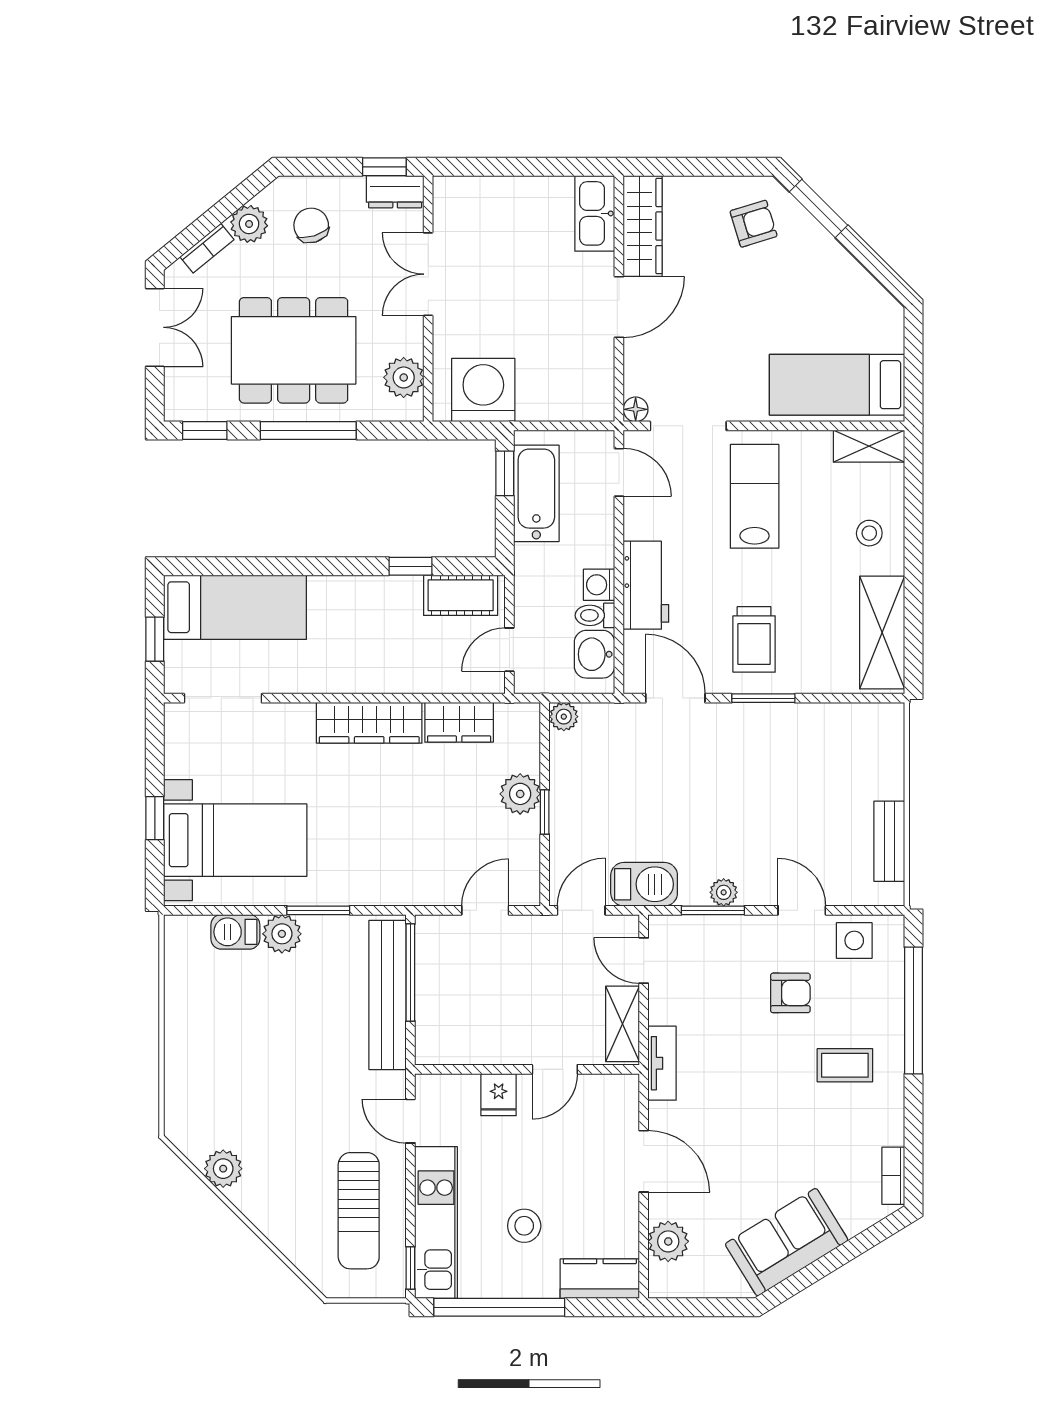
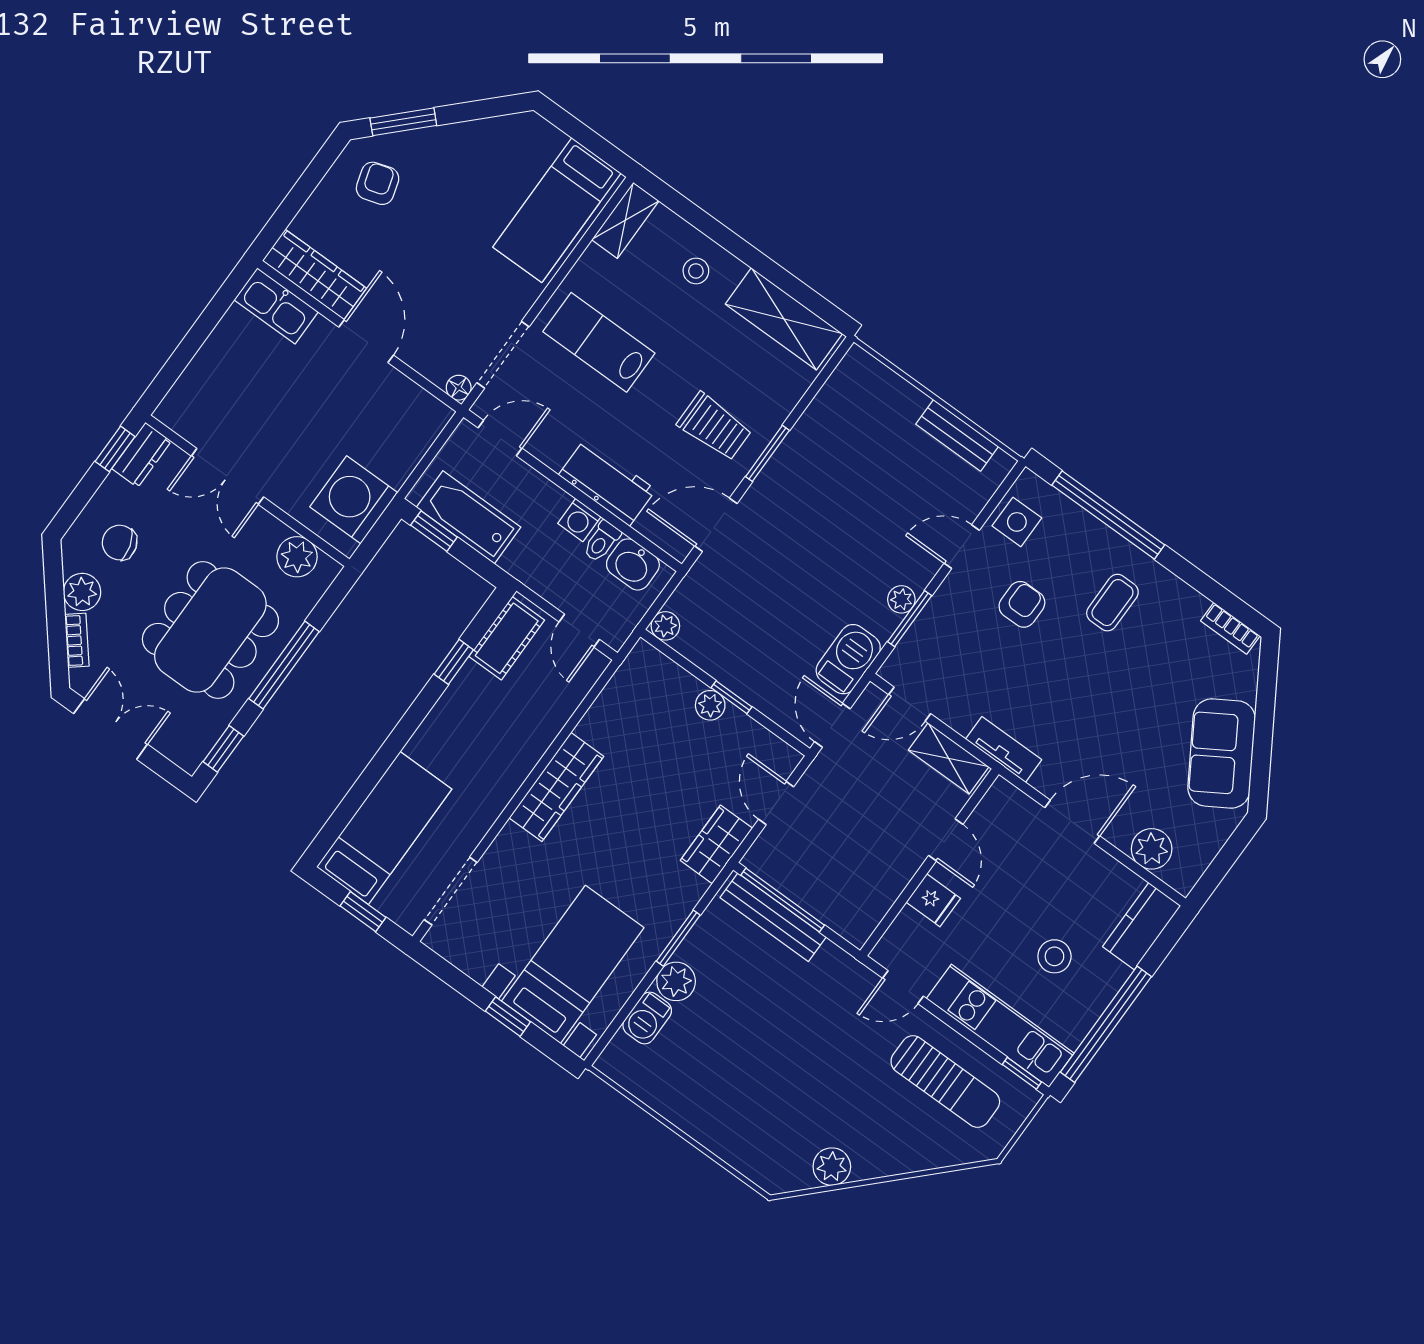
wardrobe: (459, 722) -> (716, 844), moved, turned 180
plant: (520, 794) -> (710, 705), width x0.73, depth x0.73
bench: (388, 995) -> (773, 917), width x0.73, depth x0.82

